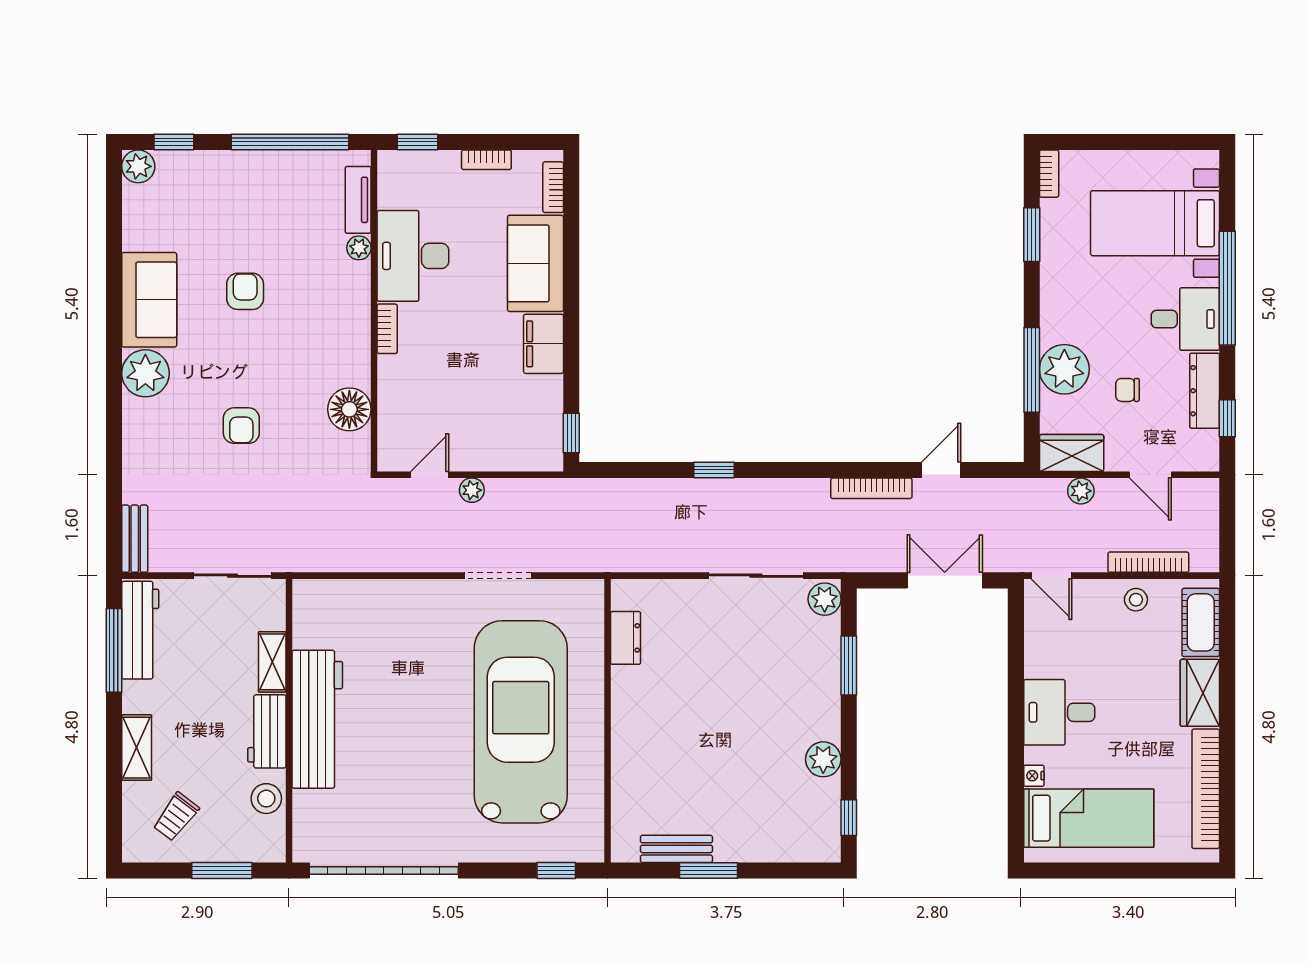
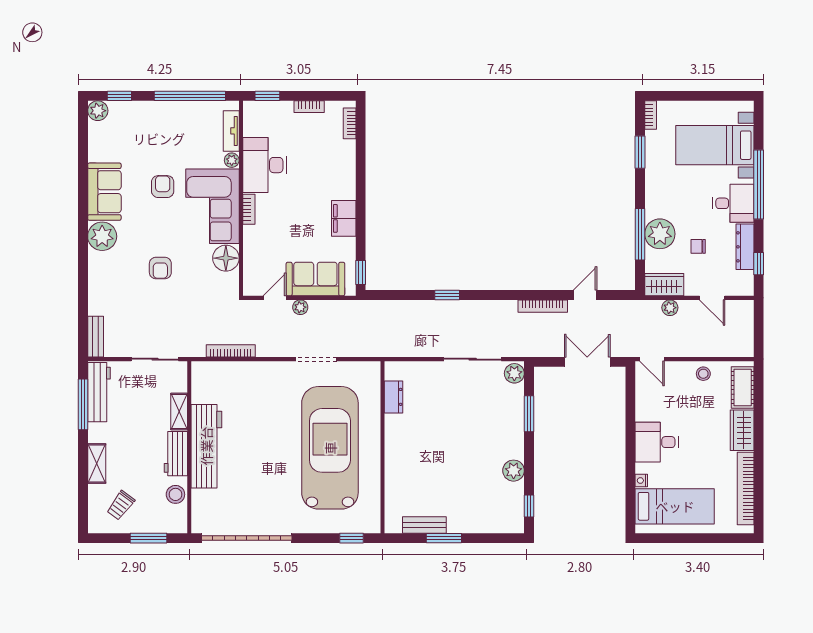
sofa: (535, 263) -> (315, 279), moved, turned 90
corner sofa: (327, 324) -> (212, 206), added
bookcase: (1148, 562) -> (231, 351), moved

